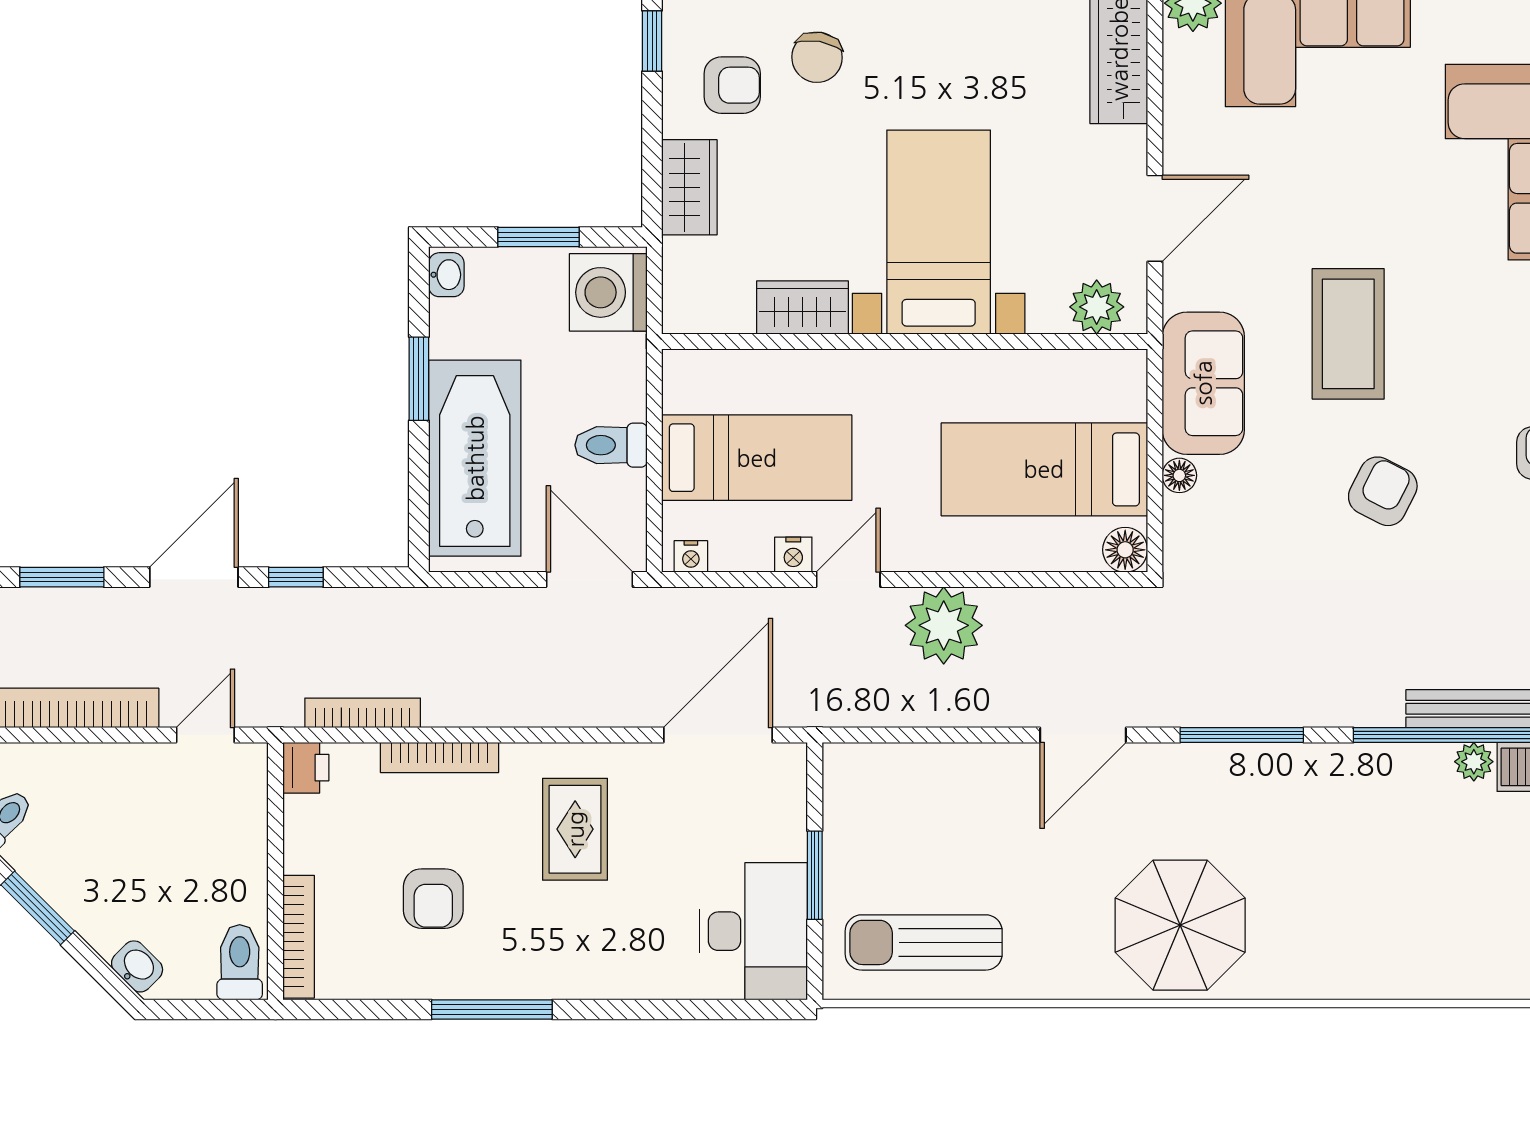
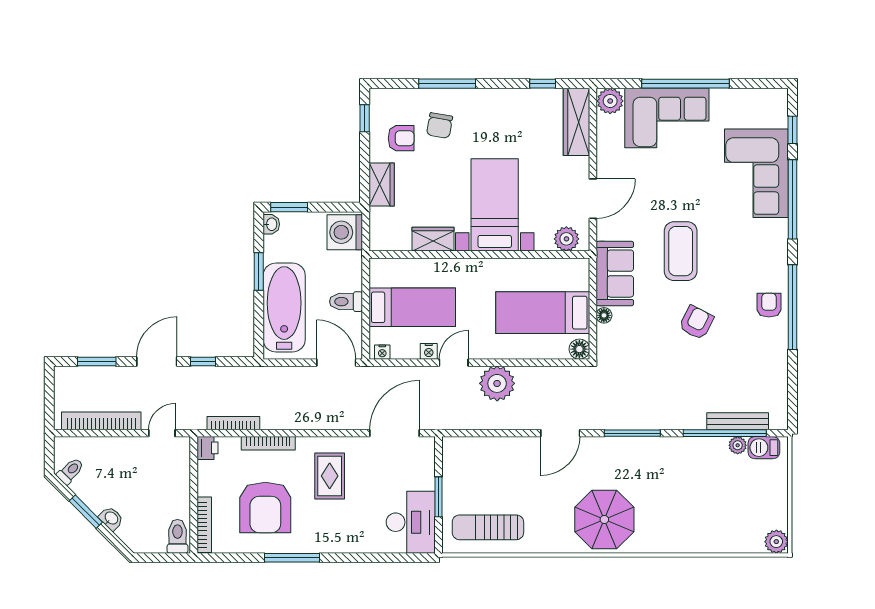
window: (539, 237) -> (289, 207), moved
armchair: (433, 899) -> (265, 507), width x1.88, depth x1.88
washbasin: (137, 966) -> (111, 518), moved

